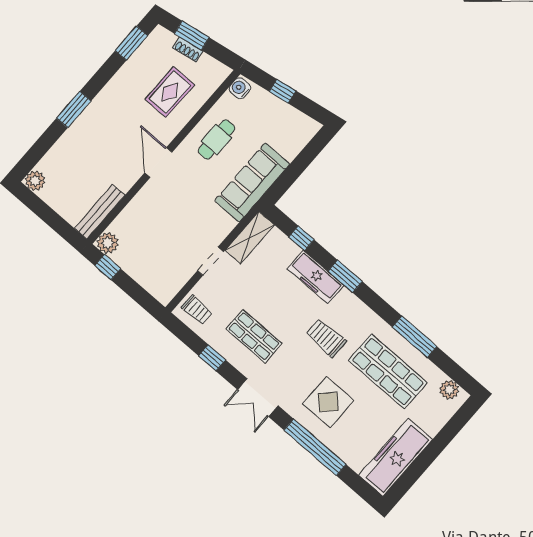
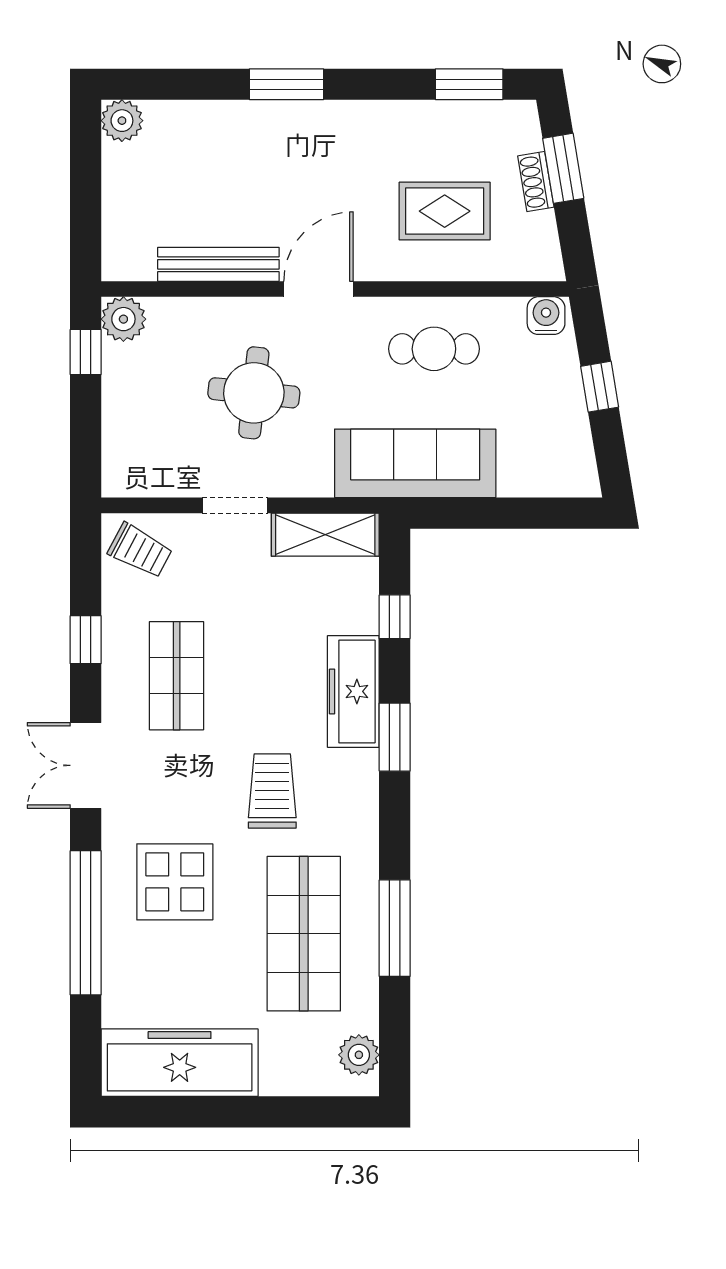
bench: (100, 212) -> (218, 264), moved
round table: (176, 219) -> (254, 393), added
trolley: (197, 310) -> (140, 550), turned -62

